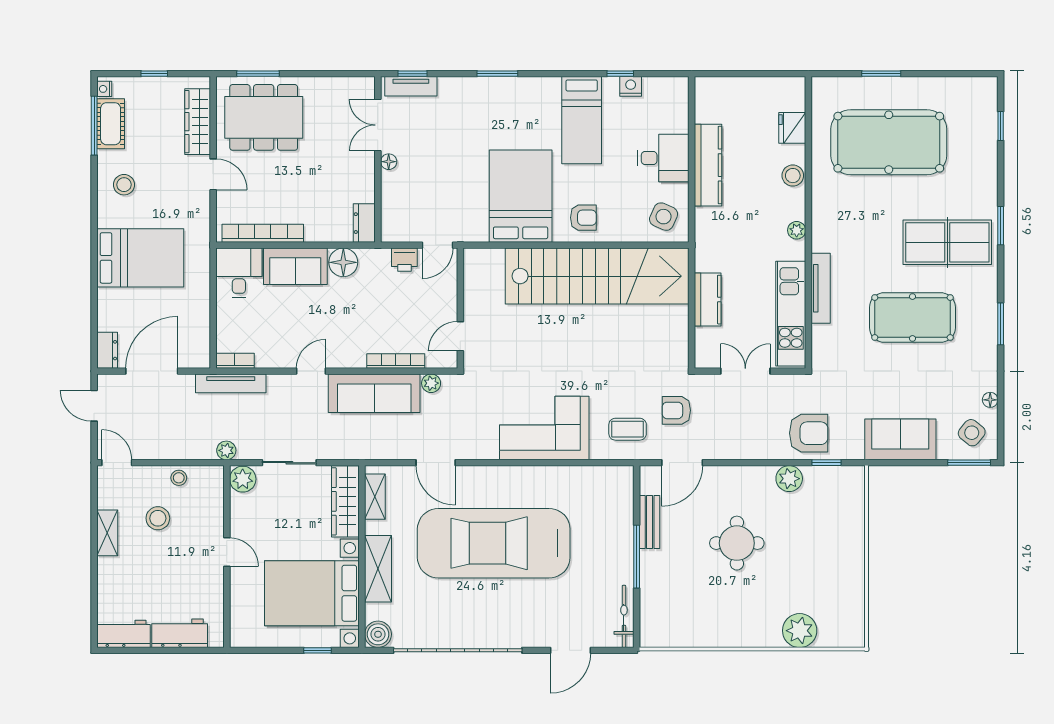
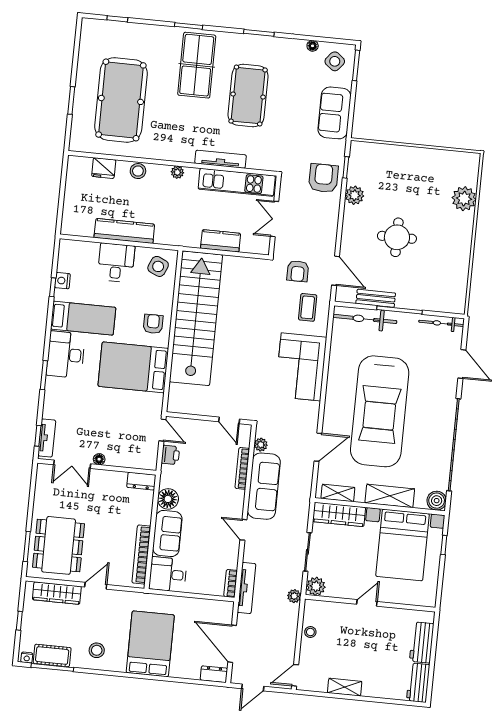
desk: (529, 101) -> (66, 355), added
bicycle: (619, 510) -> (365, 319), added
stool: (158, 518) -> (338, 650), removed

